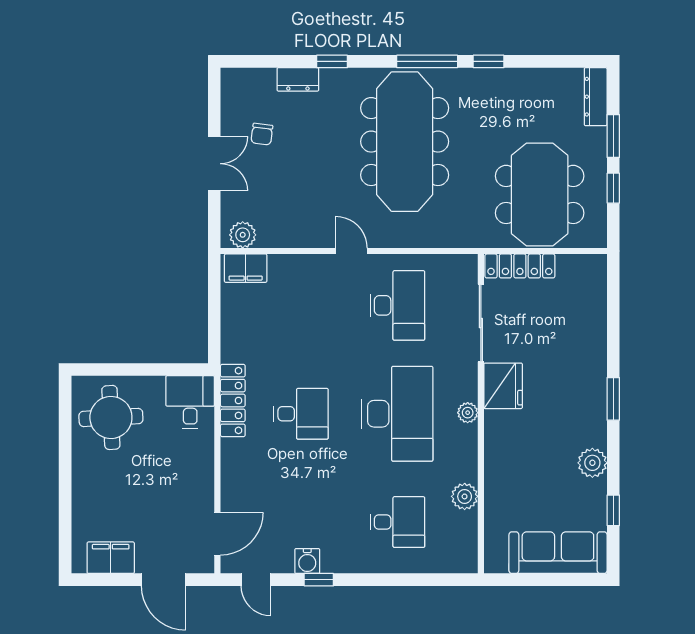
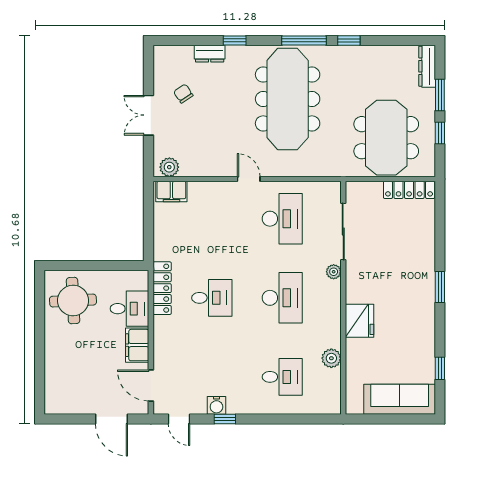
chair: (262, 134) -> (183, 94), turned 139
double door: (214, 164) -> (149, 115), swing flipped
locker: (520, 266) -> (409, 190), moved
fridge: (503, 386) -> (359, 321), moved
desk: (190, 402) -> (130, 309), moved, turned 90
plant: (468, 413) -> (334, 272), moved
desk: (397, 414) -> (282, 298), width x0.73, depth x0.77
plant: (592, 463) -> (425, 334), removed
door: (217, 534) -> (151, 385), swing flipped
filing cabinet: (111, 558) -> (137, 345), moved, turned -90

